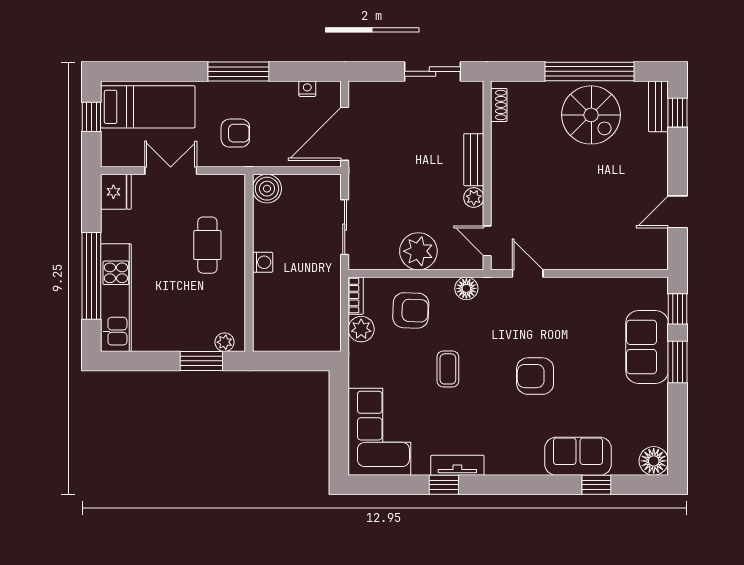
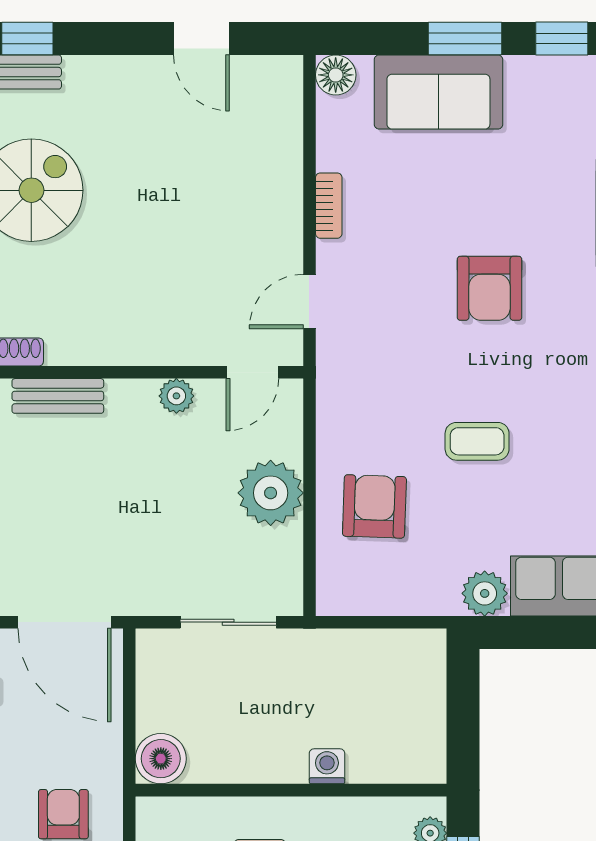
bench: (474, 160) -> (58, 396), moved
washing machine: (263, 262) -> (327, 766), moved
floor lamp: (466, 288) -> (336, 75), moved
bookcase: (356, 296) -> (329, 206), moved, turned 90
window: (677, 309) -> (562, 39), moved
plant: (361, 329) -> (485, 593), moved

